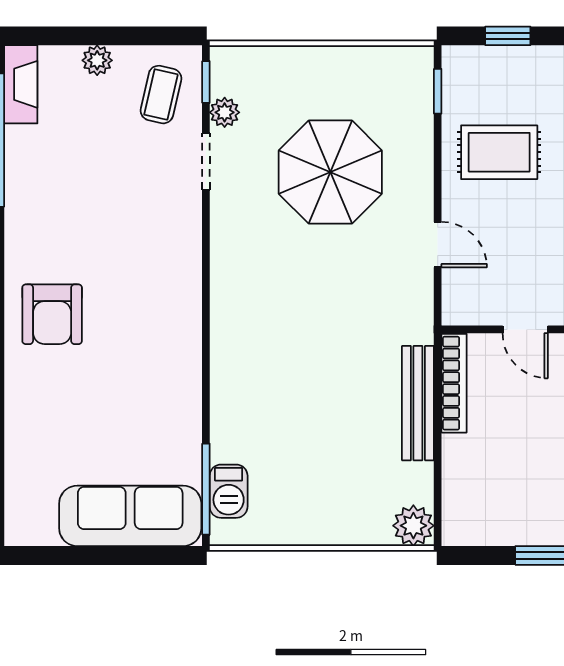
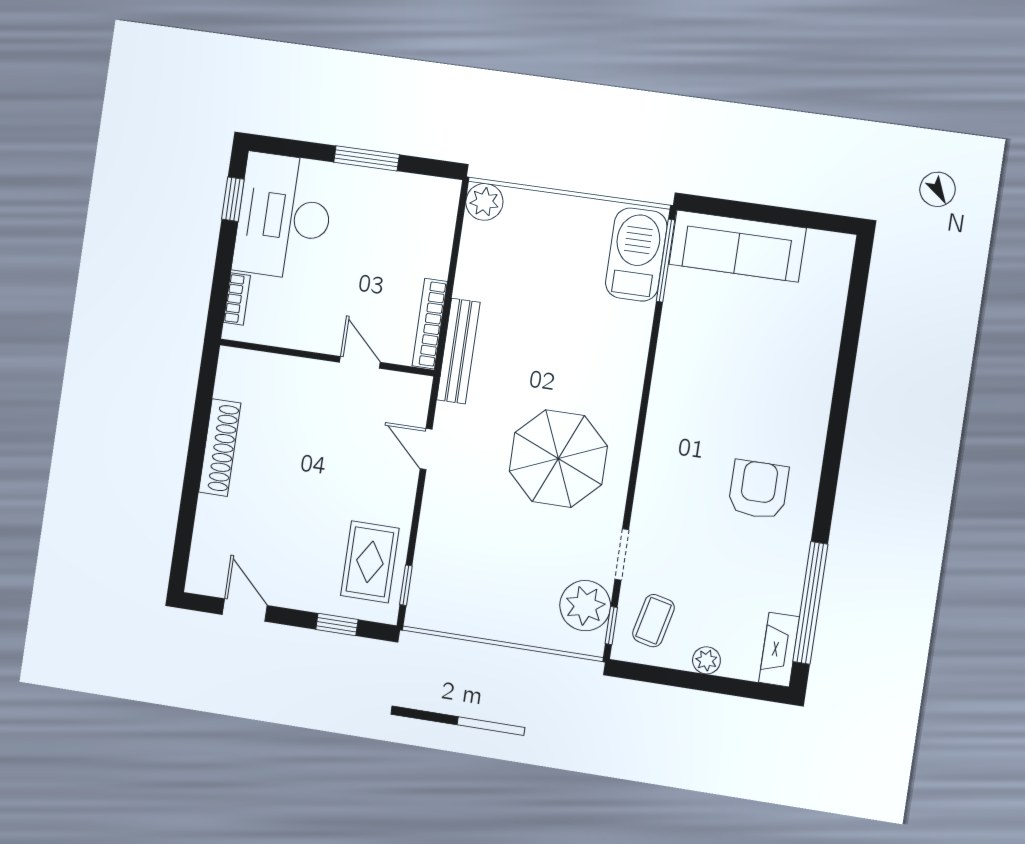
plant: (225, 112) -> (585, 606), width x1.88, depth x1.88
rug: (499, 152) -> (370, 562), moved, turned 90
parasol: (330, 172) -> (558, 459), moved
armchair: (52, 314) -> (758, 490), moved
bench: (418, 403) -> (458, 351), moved
barbecue: (229, 491) -> (636, 255), width x1.88, depth x1.53

